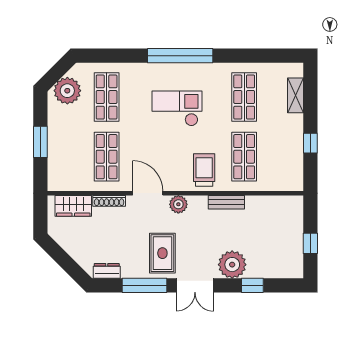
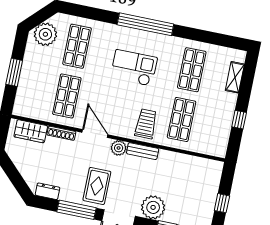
bench: (226, 202) -> (143, 151), moved

